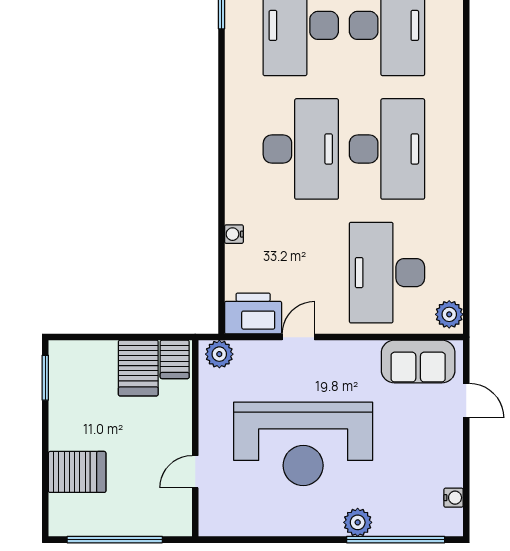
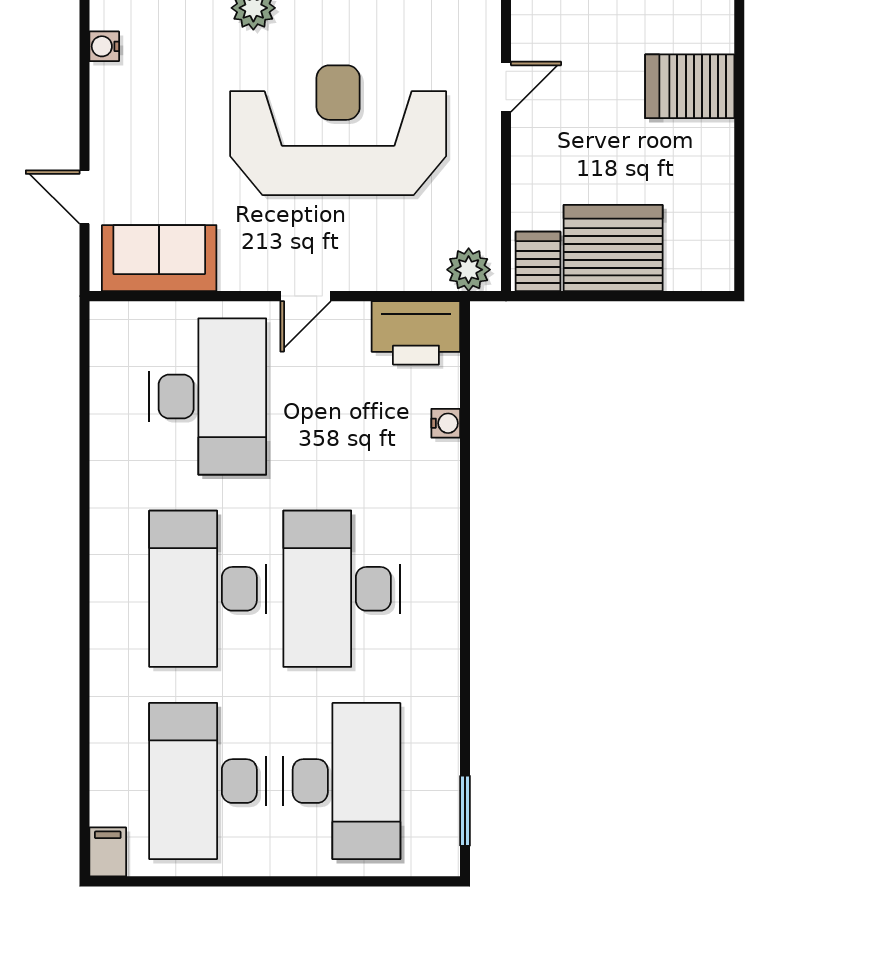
water cooler: (234, 234) -> (446, 423), moved
plant: (449, 314) -> (111, 332), removed
door: (298, 337) -> (306, 296), moved
server rack: (138, 368) -> (613, 248), width x1.60
window: (45, 378) -> (739, 233), removed

